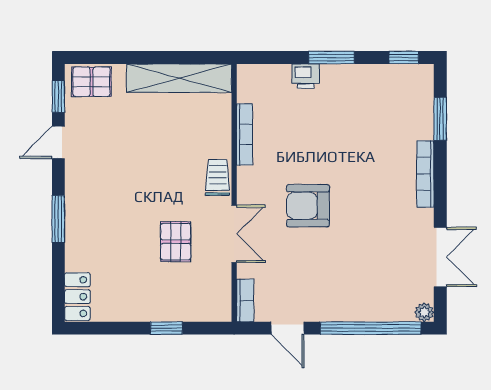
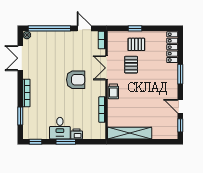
pallet: (91, 82) -> (136, 44), moved
desk: (345, 90) -> (60, 128), added
door: (58, 142) -> (180, 106), swing flipped
locker: (77, 297) -> (172, 47), width x1.53

